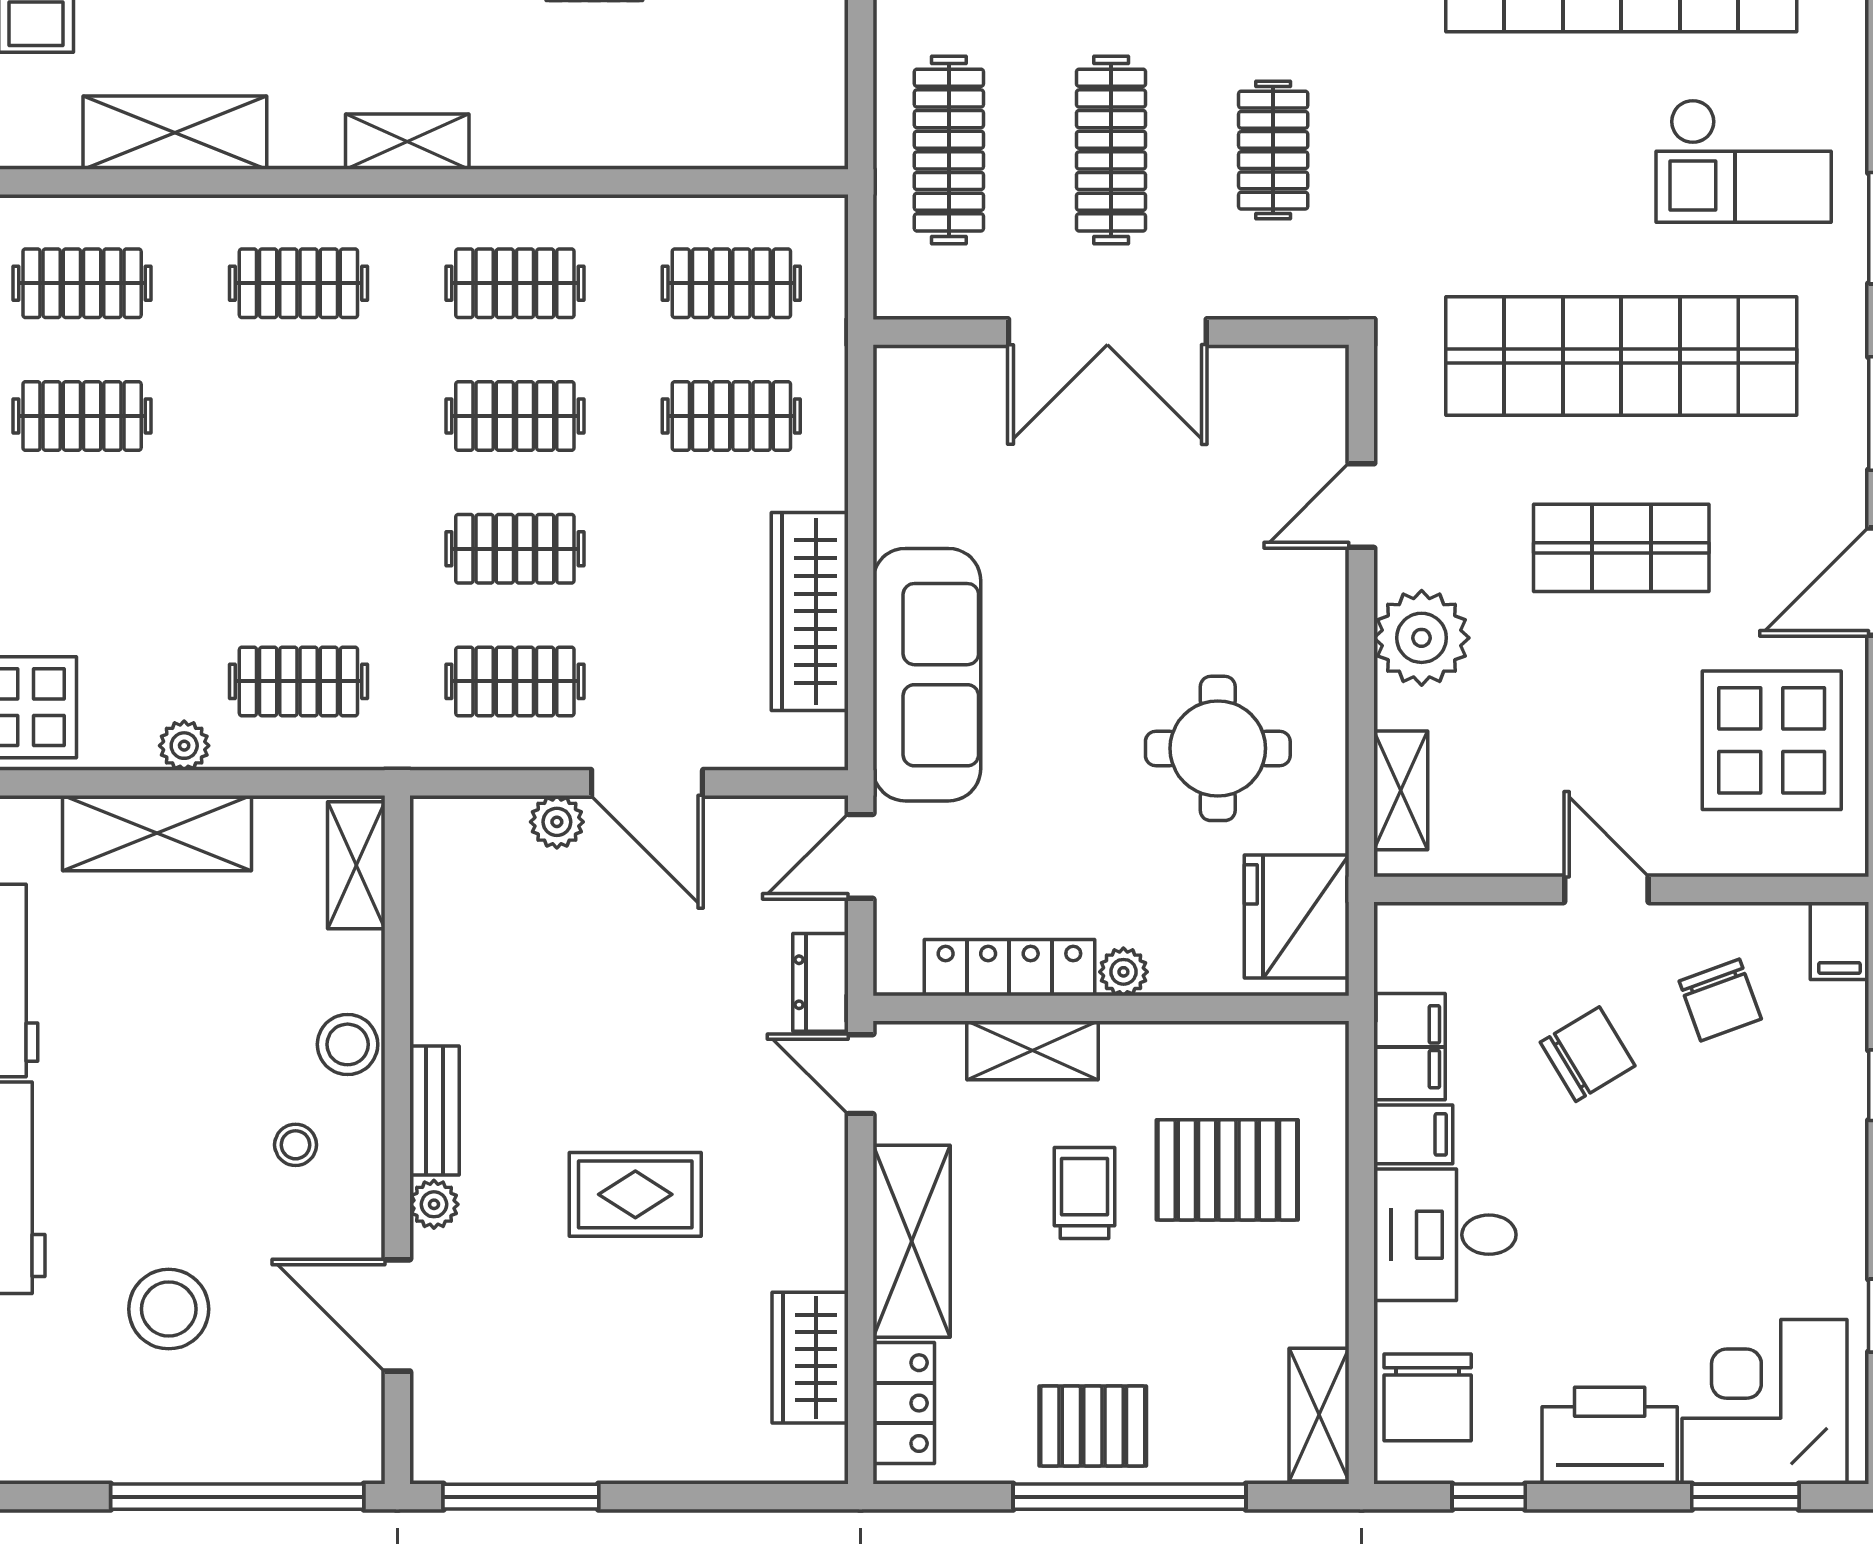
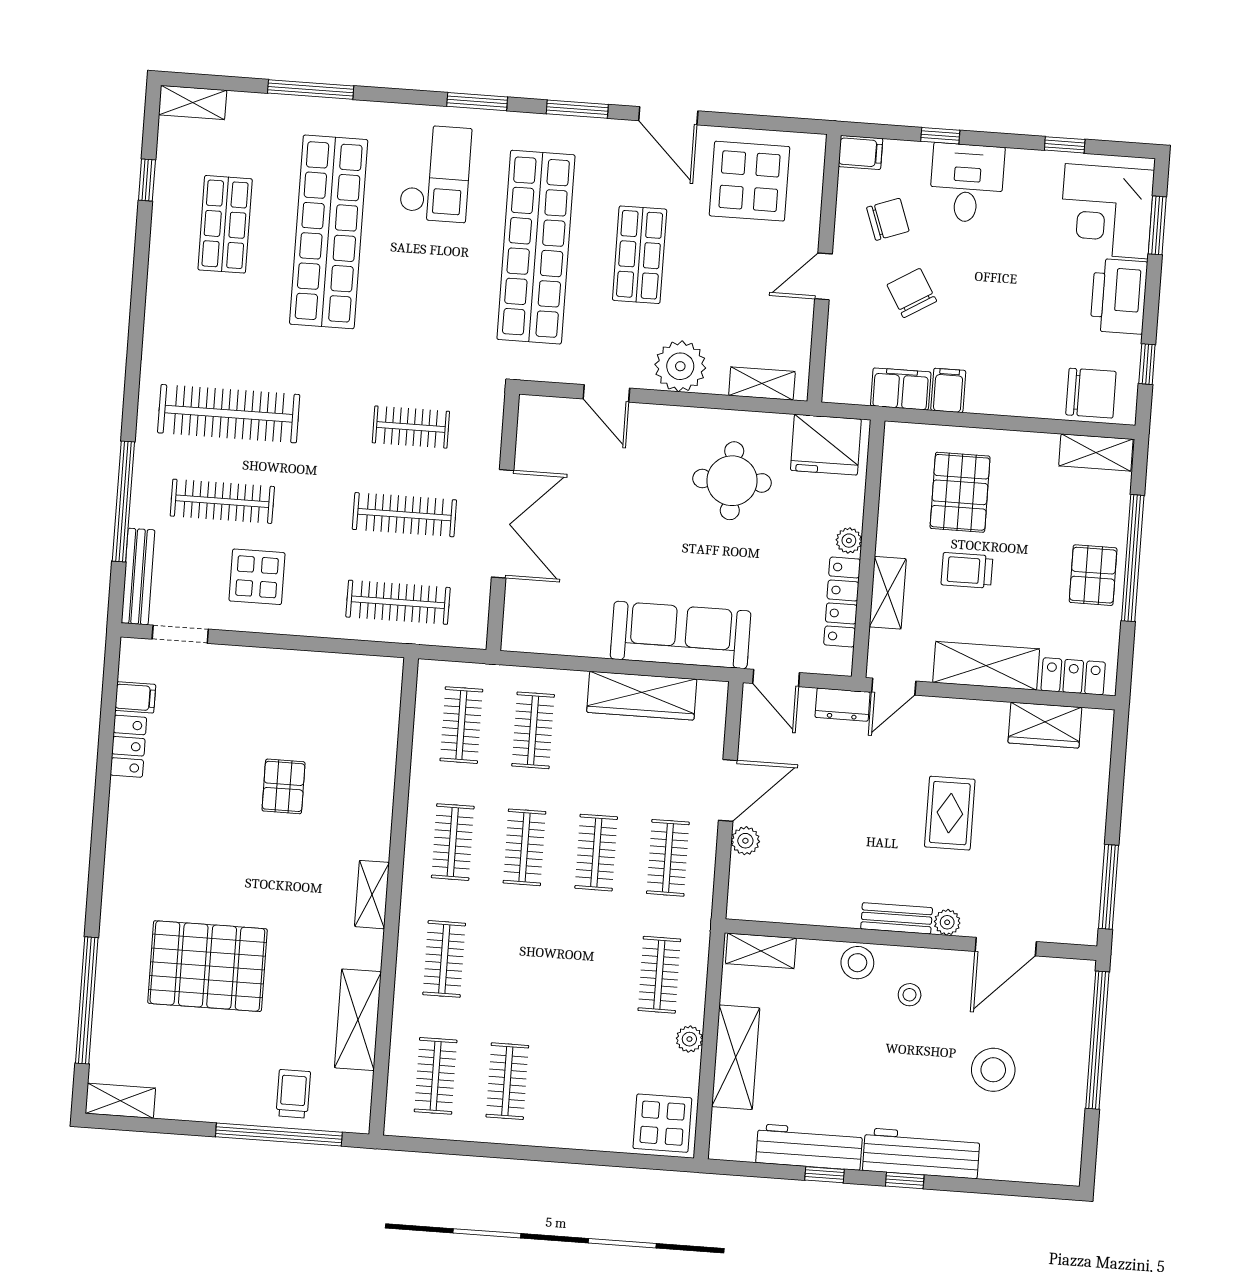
desk: (1445, 1235) -> (967, 183), moved, turned 180

